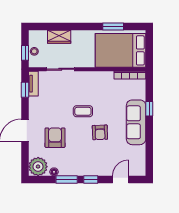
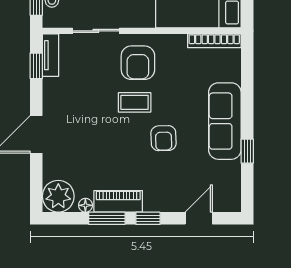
window: (149, 109) -> (247, 151), moved
armchair: (55, 138) -> (138, 63), moved, turned 180
piano: (73, 170) -> (118, 201), added

